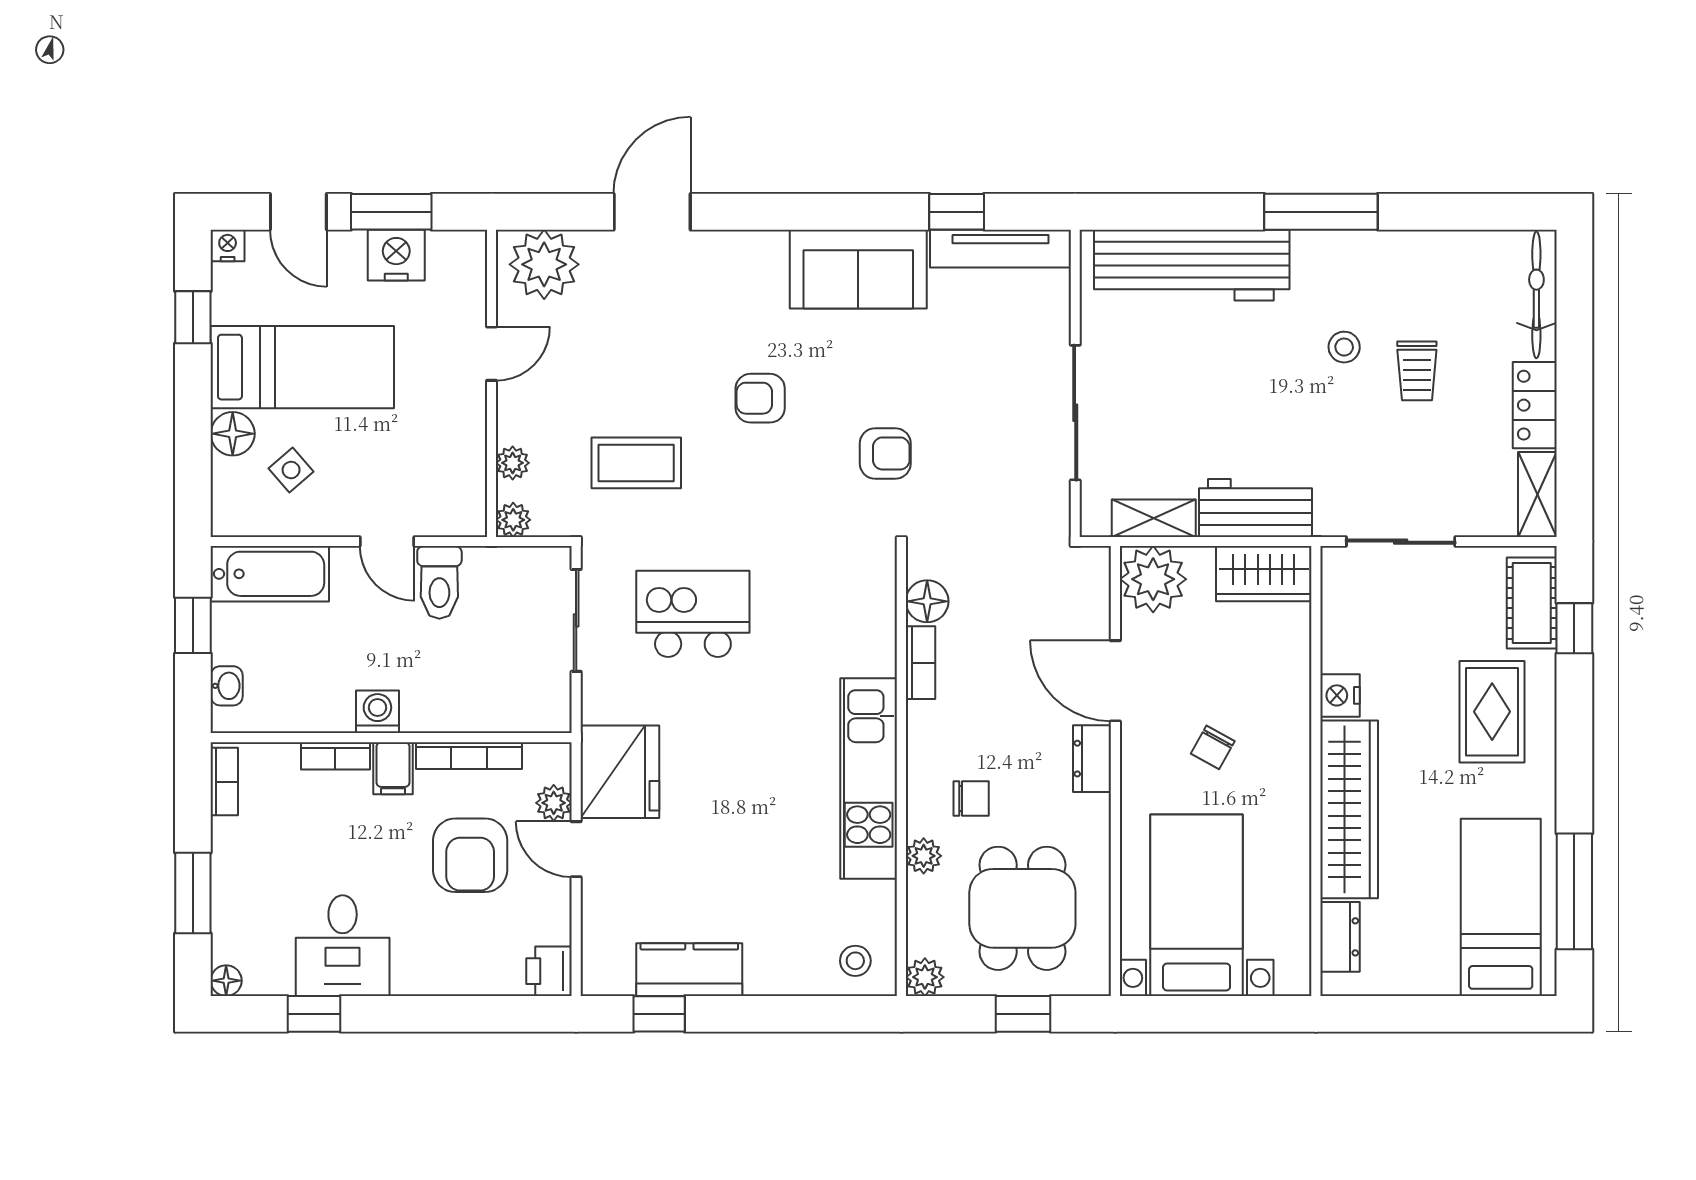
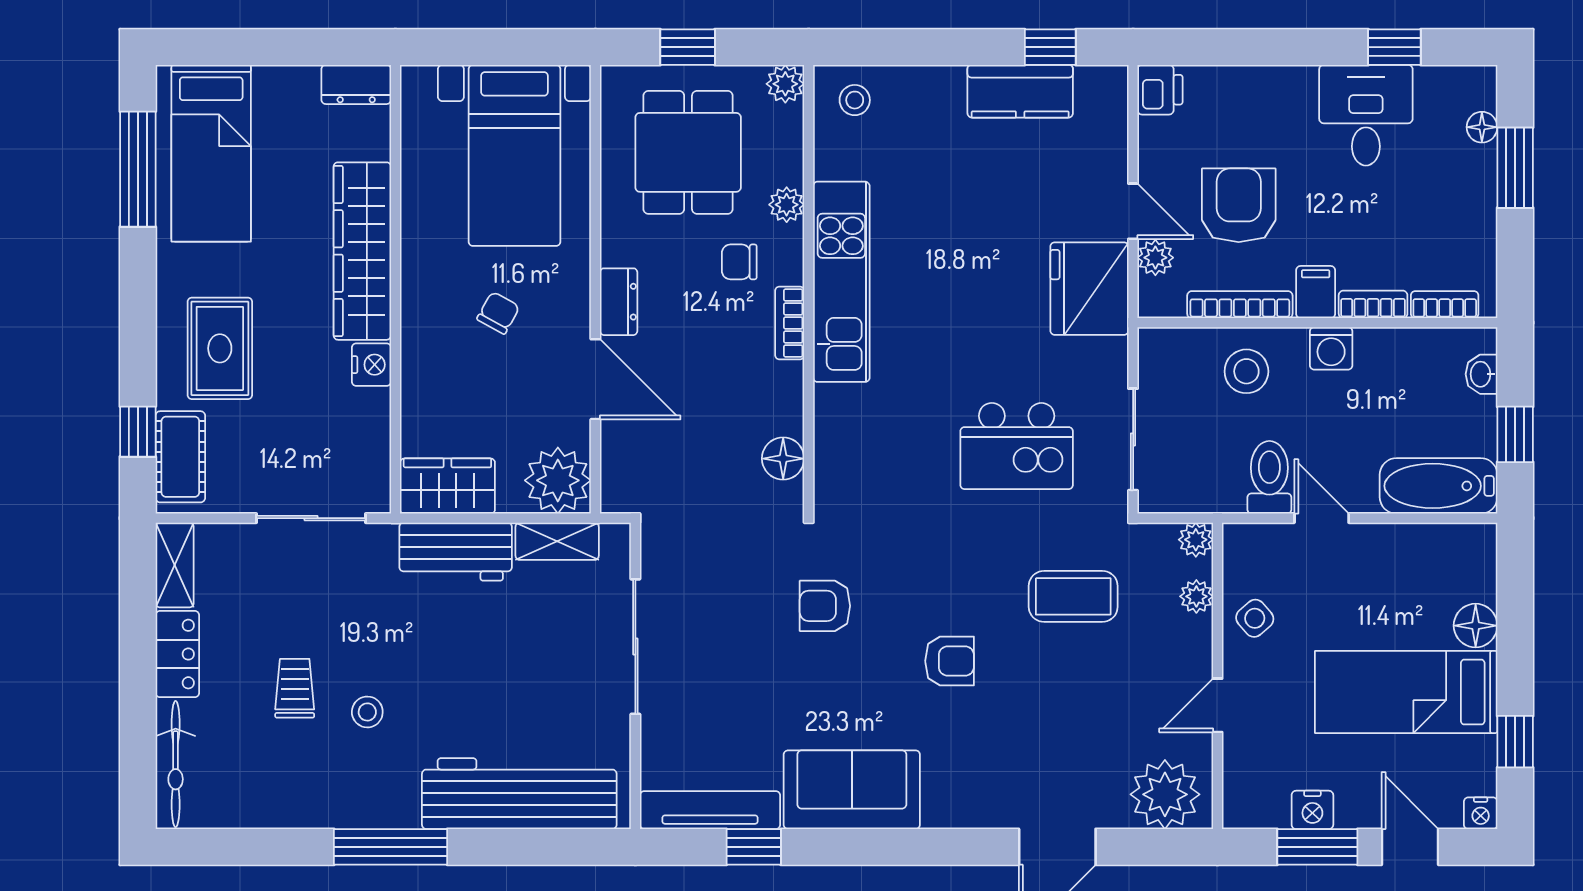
nightstand: (396, 255) -> (1312, 810), width x0.74, depth x0.75
side table: (291, 470) -> (1255, 618), moved
bookcase: (921, 663) -> (790, 323), moved
stool: (462, 689) -> (1246, 371), added
bookcase: (224, 782) -> (1445, 305), moved, turned 90
dresser: (1340, 937) -> (356, 84), moved, turned -90
floor lamp: (226, 981) -> (1482, 127), moved

